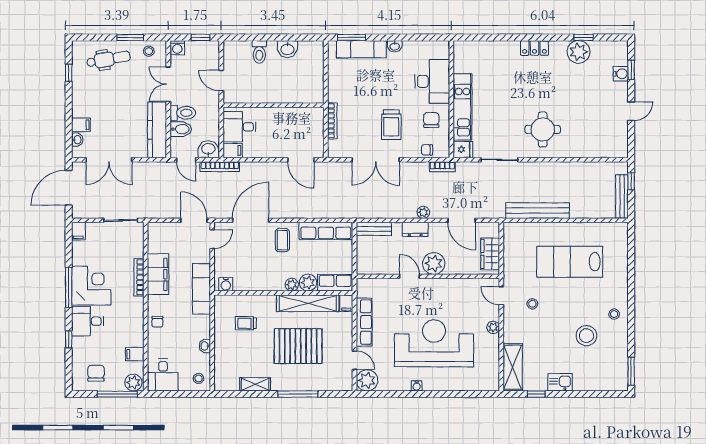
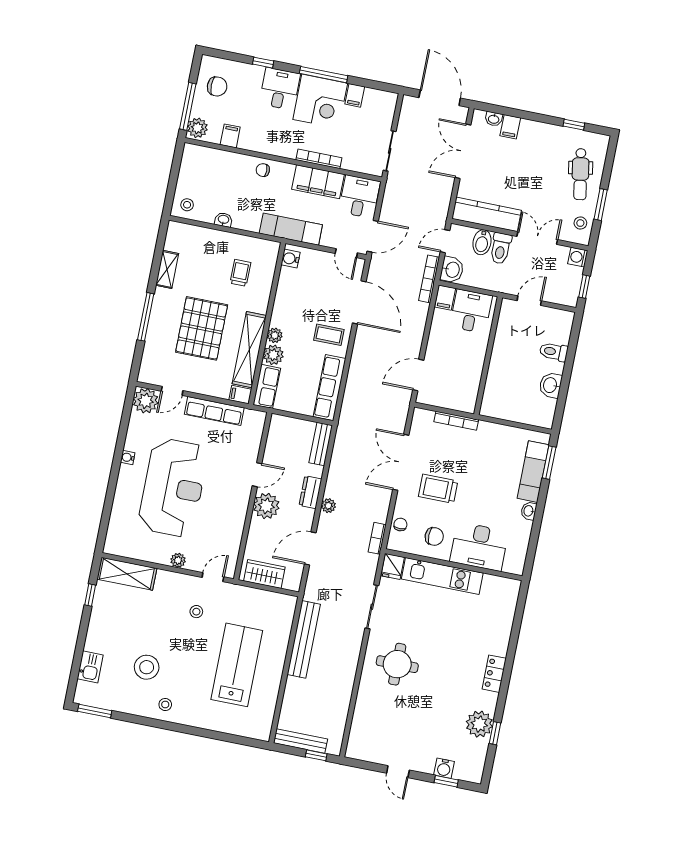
filing cabinet: (78, 231) -> (355, 95), moved, turned -90
desk: (163, 375) -> (359, 197), moved, turned 90
kitchen sink: (560, 382) -> (90, 667), moved

